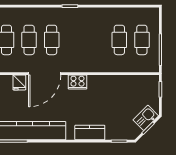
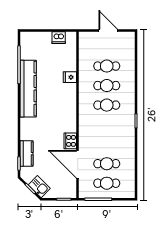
door: (45, 74) -> (78, 164), moved
cooker: (77, 82) -> (70, 141), moved
kitchen counter: (90, 133) -> (27, 154), moved

